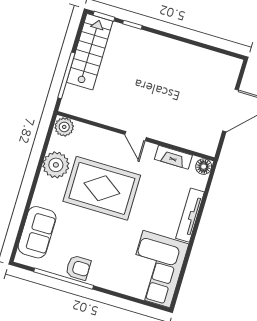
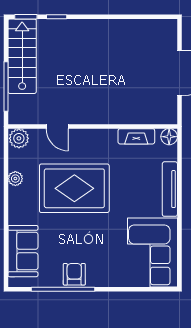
door: (136, 136) -> (57, 126), moved
plant: (56, 165) -> (15, 179), width x0.53, depth x0.53
armchair: (78, 268) -> (74, 274), turned -90

